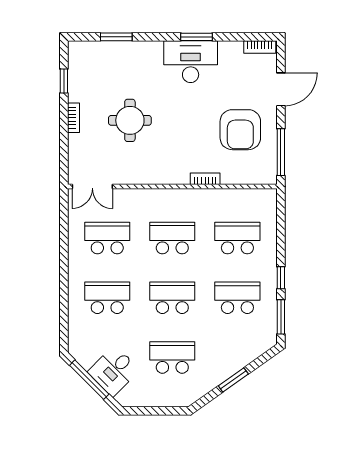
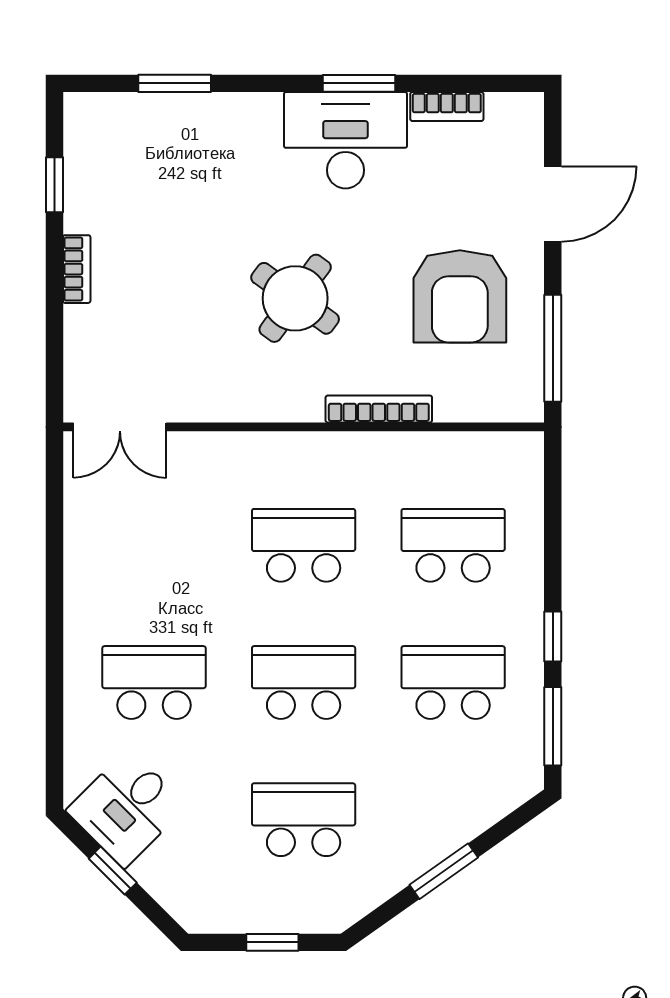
bookcase: (260, 47) -> (447, 107), moved
round table: (130, 120) -> (295, 298), moved, turned 36
bookcase: (205, 179) -> (379, 409), width x1.56
school desk: (107, 238) -> (154, 545), removed
desk: (114, 371) -> (127, 808), moved
window: (89, 380) -> (113, 871), width x0.46
window: (159, 411) -> (272, 942), added

